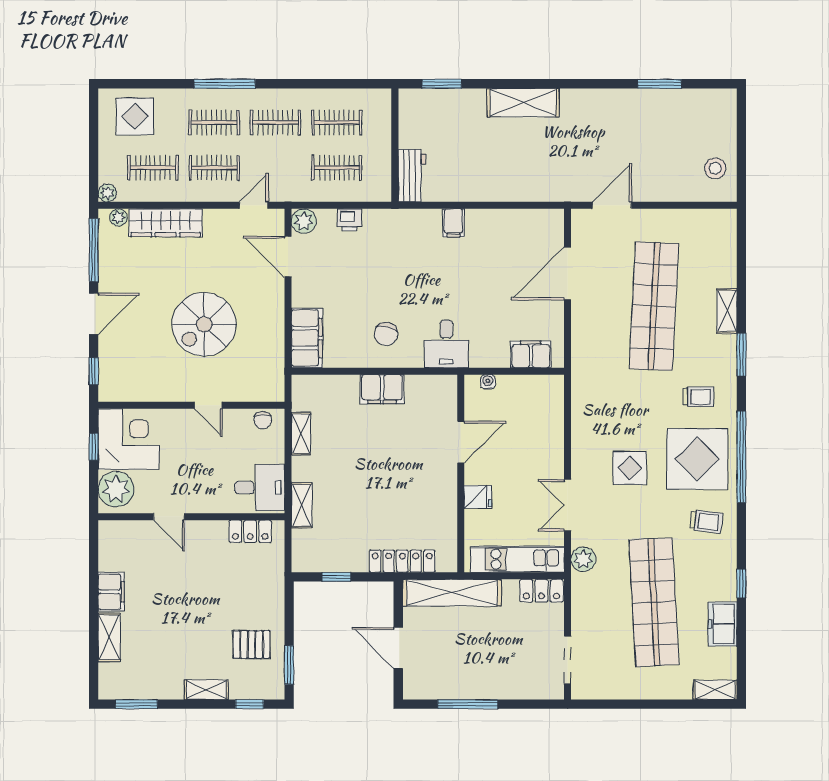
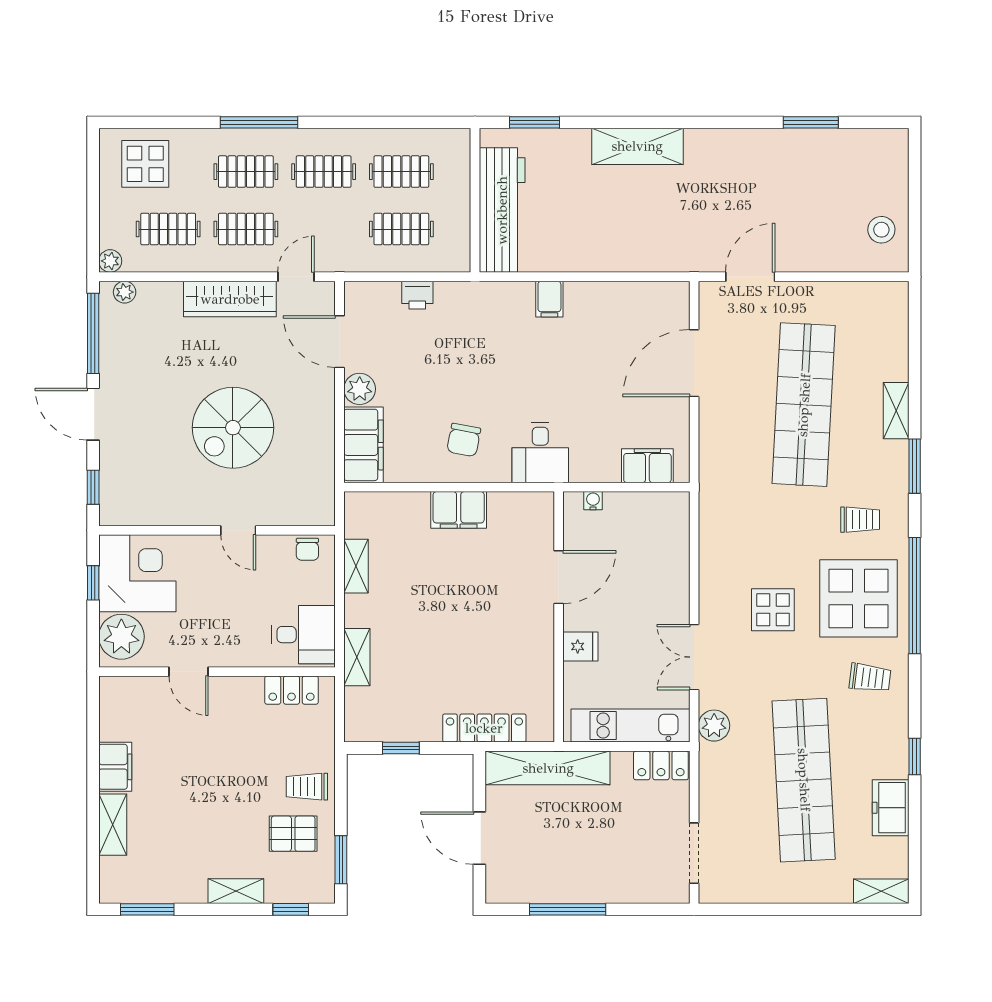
workbench: (412, 176) -> (502, 210), width x1.88, depth x1.32
plant: (304, 221) -> (360, 389), moved
wardrobe: (166, 223) -> (230, 299), moved
door: (94, 314) -> (93, 414), swing flipped
trolley: (262, 607) -> (307, 787), added

